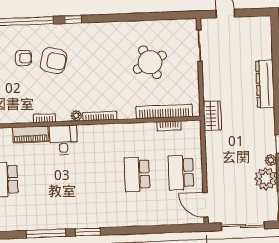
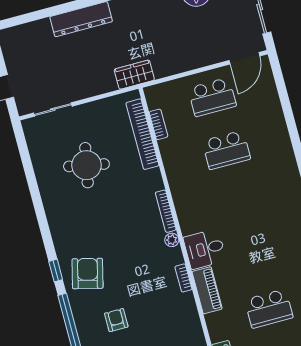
armchair: (53, 61) -> (88, 274), moved
round table: (150, 62) -> (86, 165), turned 38

